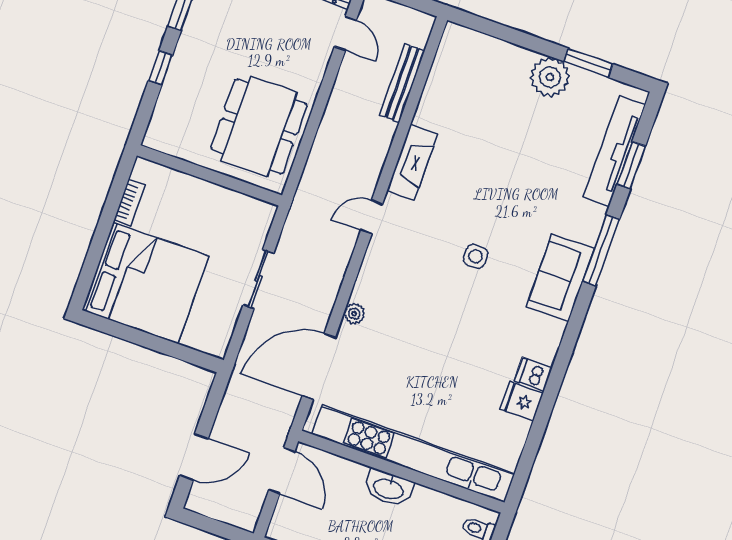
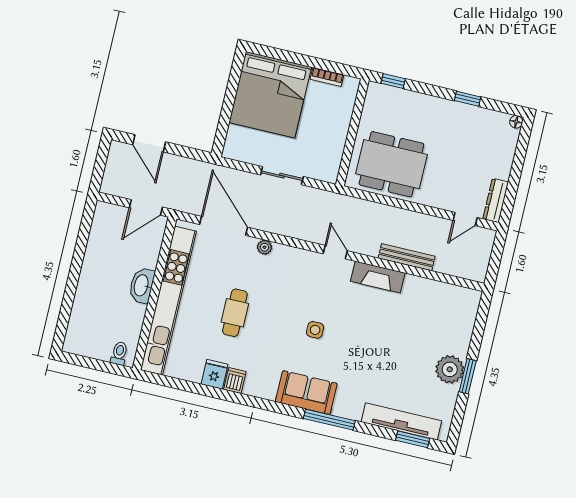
window: (588, 63) -> (468, 376), moved
window: (161, 68) -> (393, 81), moved
bench: (402, 83) -> (407, 257), moved
window: (631, 165) -> (413, 439), moved
cafe table: (440, 364) -> (235, 313), added

